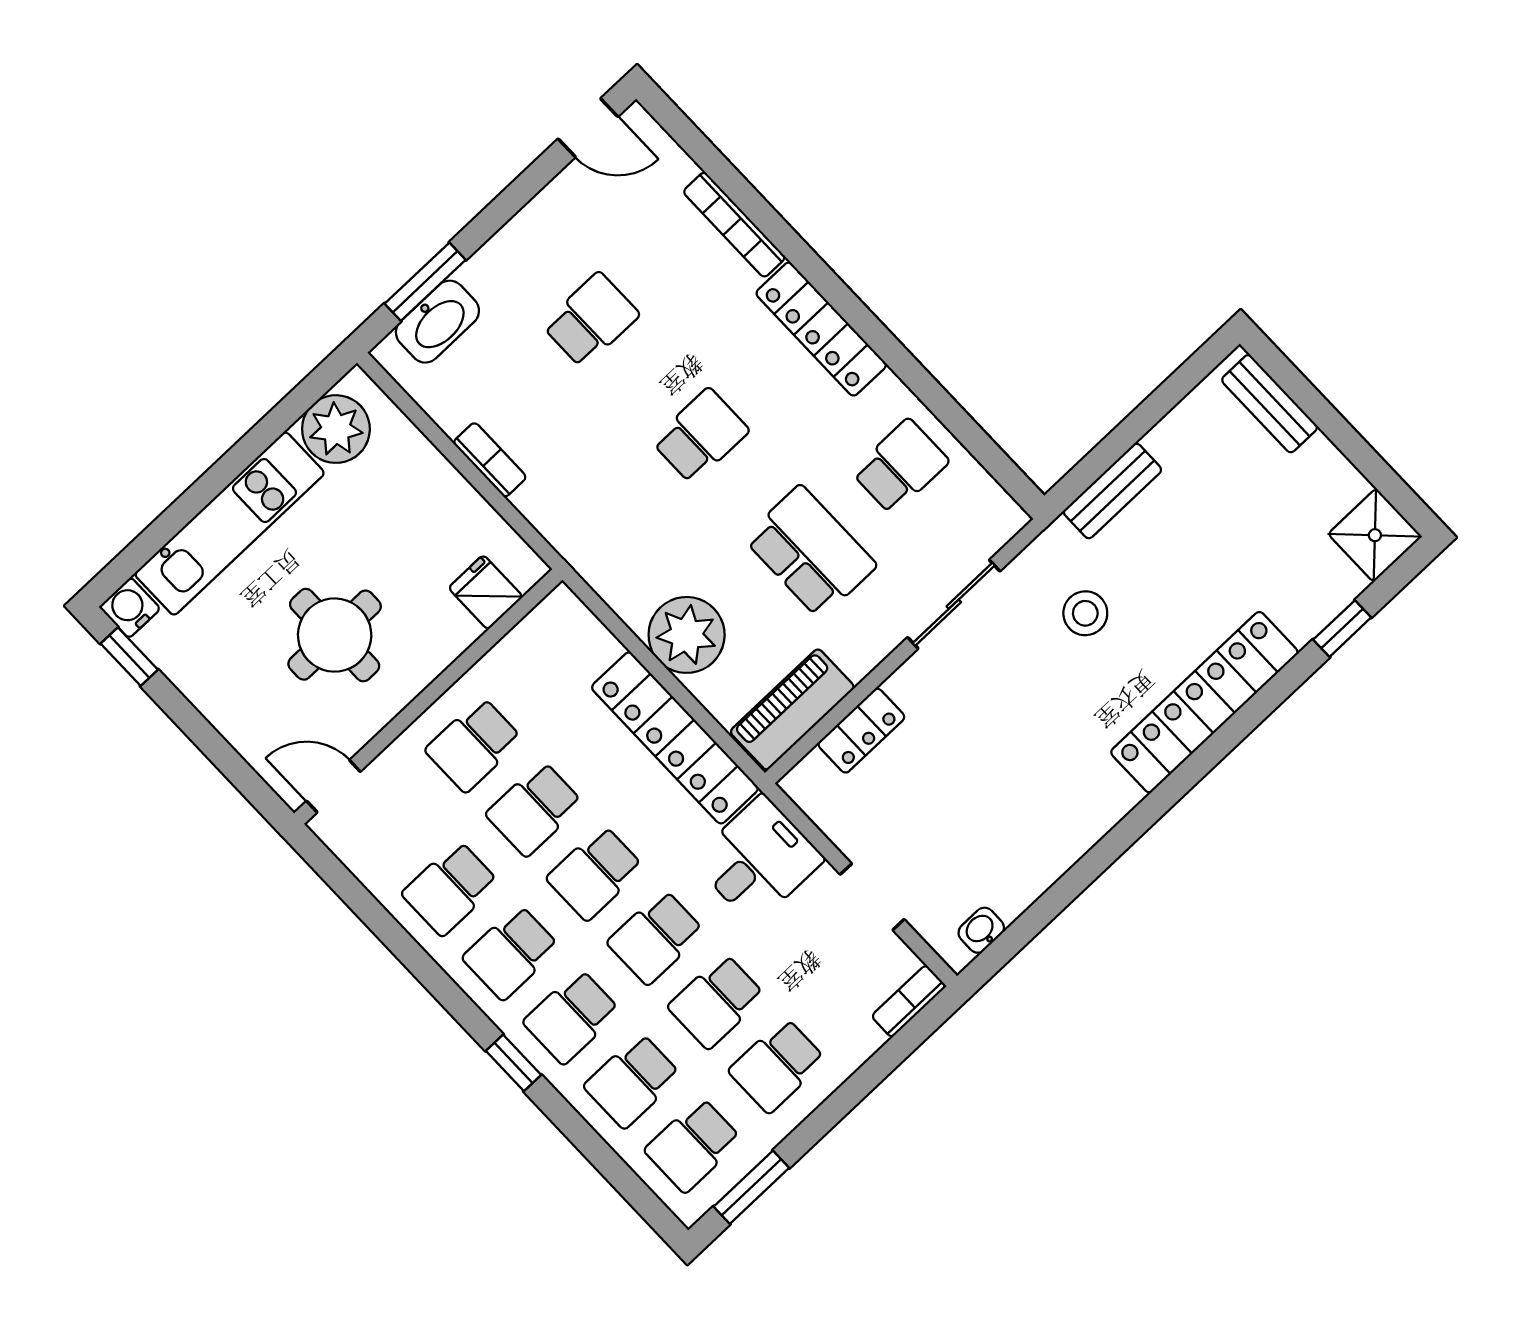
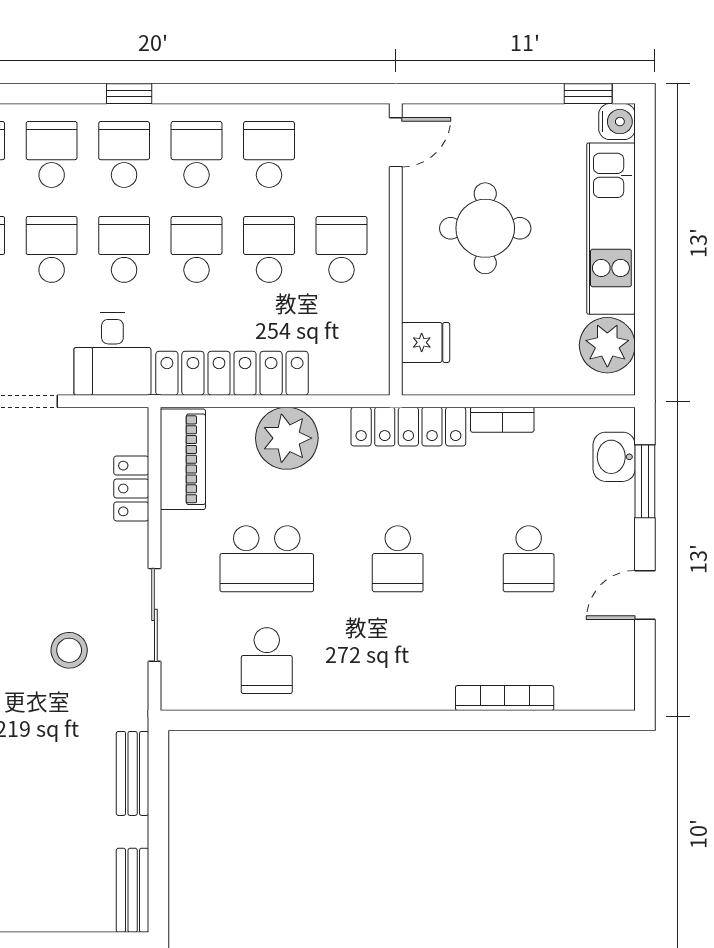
door: (588, 128) -> (645, 595), moved
washbasin: (437, 322) -> (614, 457), width x0.72
locker: (821, 329) -> (408, 427), moved, turned 180
bench: (1270, 404) -> (133, 890), moved, turned 90
stool: (1085, 613) -> (69, 650), moved

